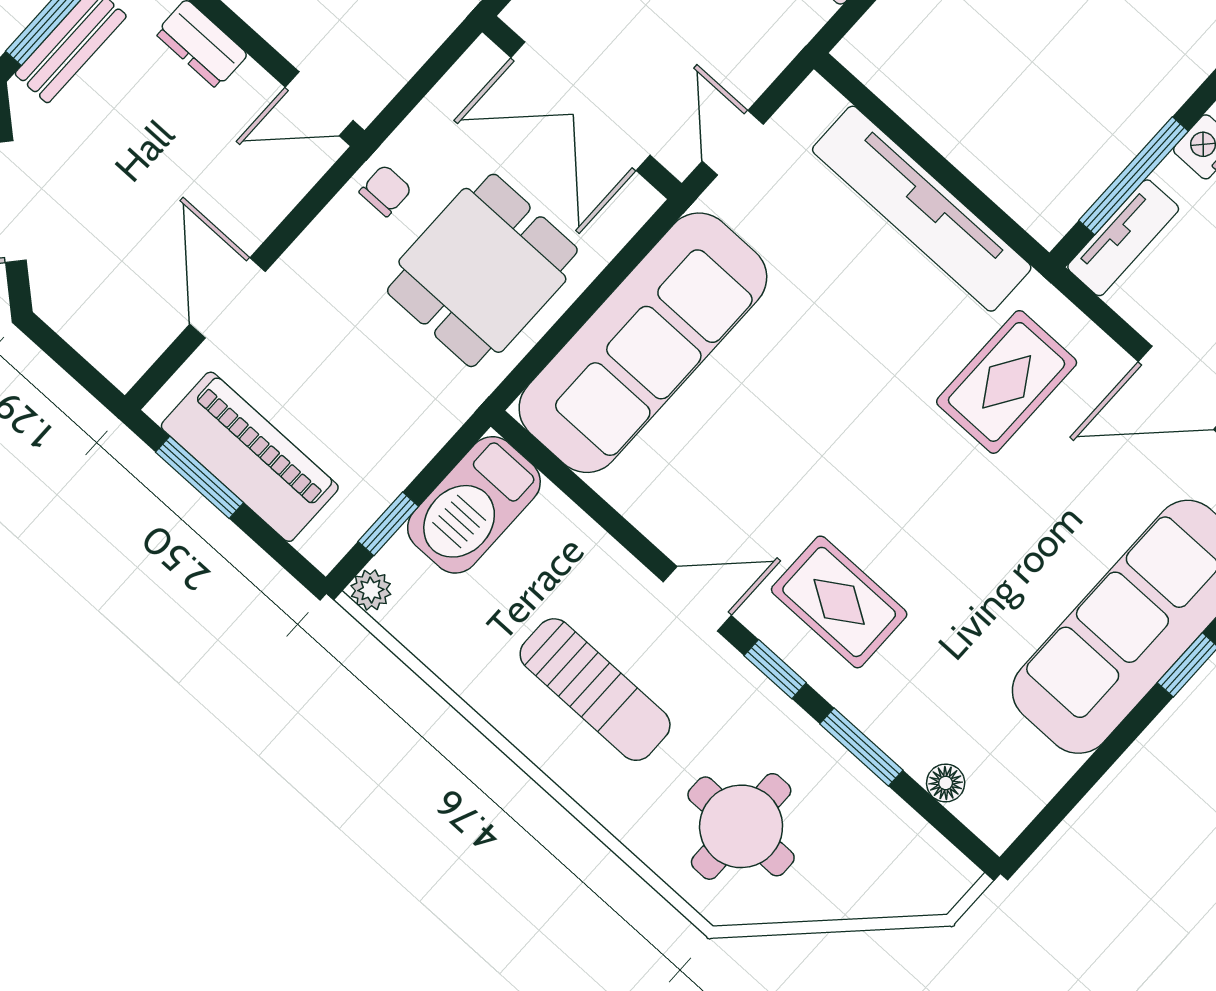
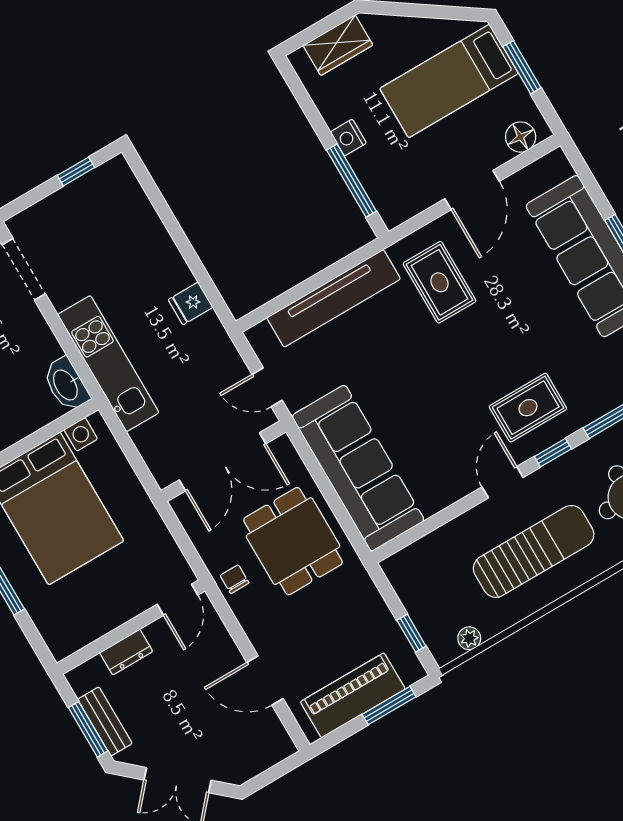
tv unit: (1123, 238) -> (383, 196), removed
window: (199, 477) -> (389, 706), moved
barbecue: (474, 505) -> (416, 585), removed
plant: (371, 590) -> (469, 638), moved
sun lounger: (595, 690) -> (534, 551), width x1.36, depth x1.34

